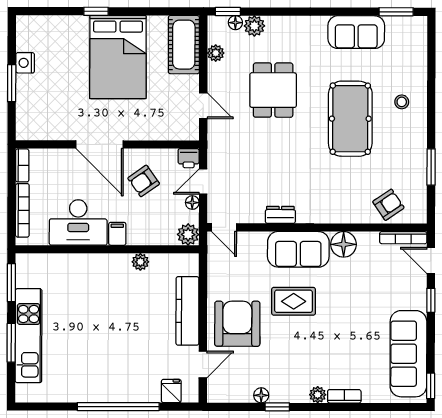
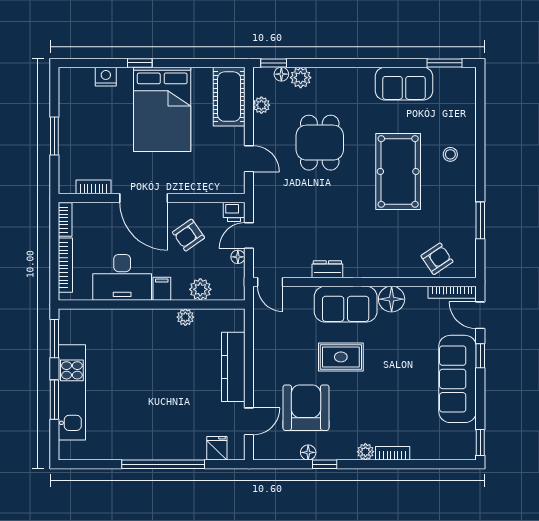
nightstand: (25, 63) -> (106, 77), moved, turned 90
bookcase: (50, 133) -> (93, 187), added
plant: (188, 235) -> (200, 289), moved
armchair: (237, 324) -> (306, 408), moved
sofa: (408, 354) -> (458, 379), moved

